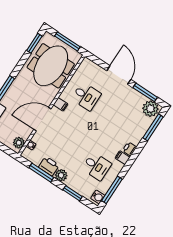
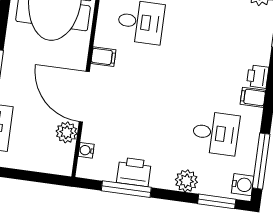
door: (42, 119) -> (84, 97), hinge flipped
plant: (19, 143) -> (67, 132), moved
plant: (61, 175) -> (186, 181), moved
window: (73, 193) -> (217, 201), moved

